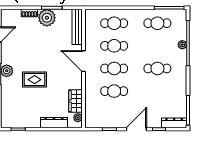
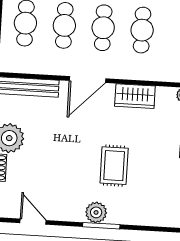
wardrobe: (76, 101) -> (135, 96), moved

